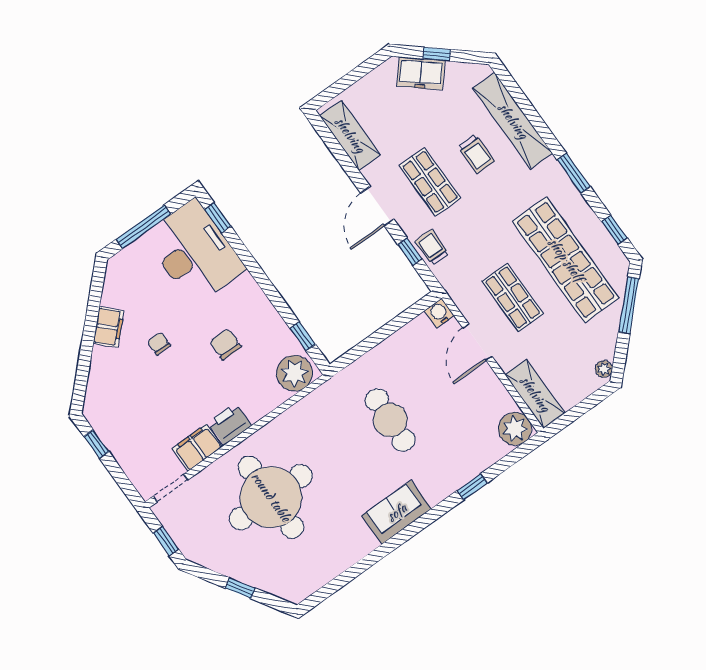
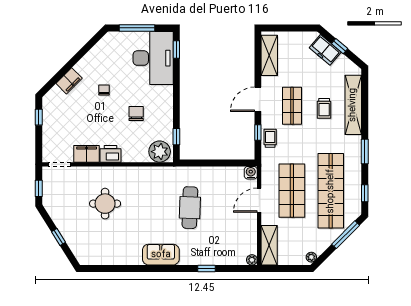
shop shelf: (513, 297) -> (292, 191), width x1.43, depth x1.36
filing cabinet: (108, 327) -> (69, 81), moved
plant: (515, 429) -> (252, 260), width x0.53, depth x0.53
round table: (271, 497) -> (105, 204), width x0.54, depth x0.54

